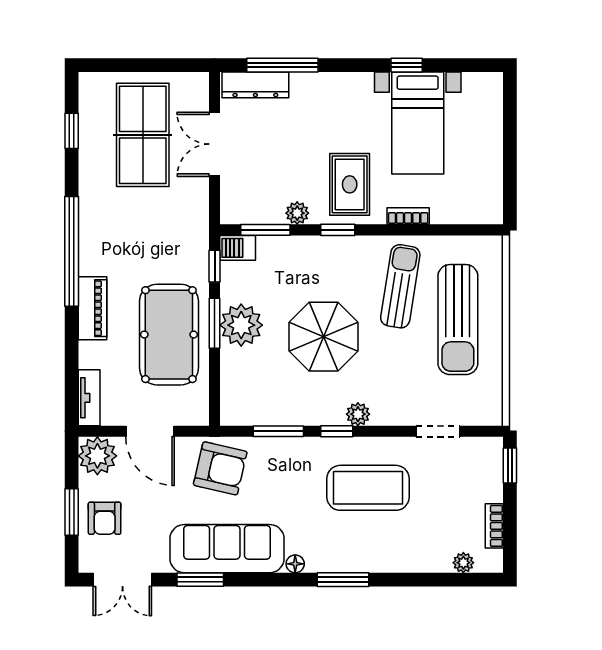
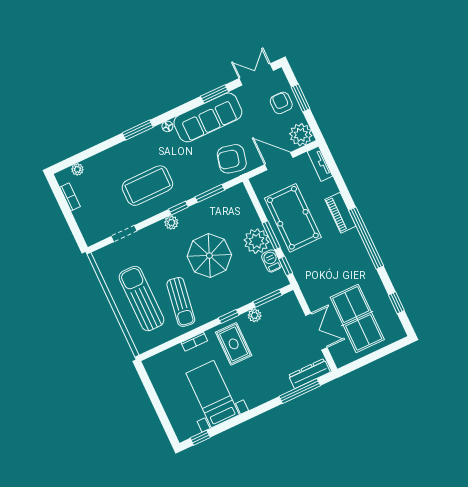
window: (407, 65) -> (200, 438), moved
barbecue: (238, 248) -> (271, 261), moved, turned -90
window: (510, 465) -> (77, 233), removed

